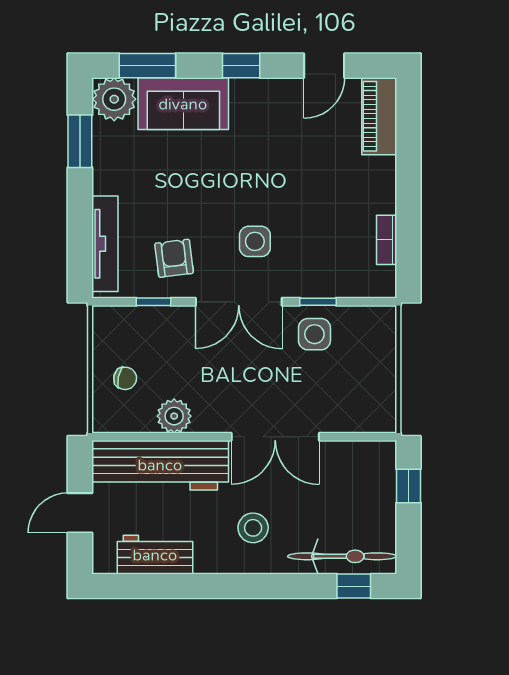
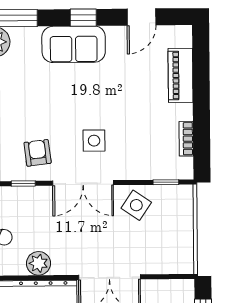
sofa: (183, 104) -> (74, 44), moved
piano: (379, 116) -> (180, 75), moved
window: (318, 302) -> (166, 182), moved
side table: (314, 334) -> (136, 205), turned 34

